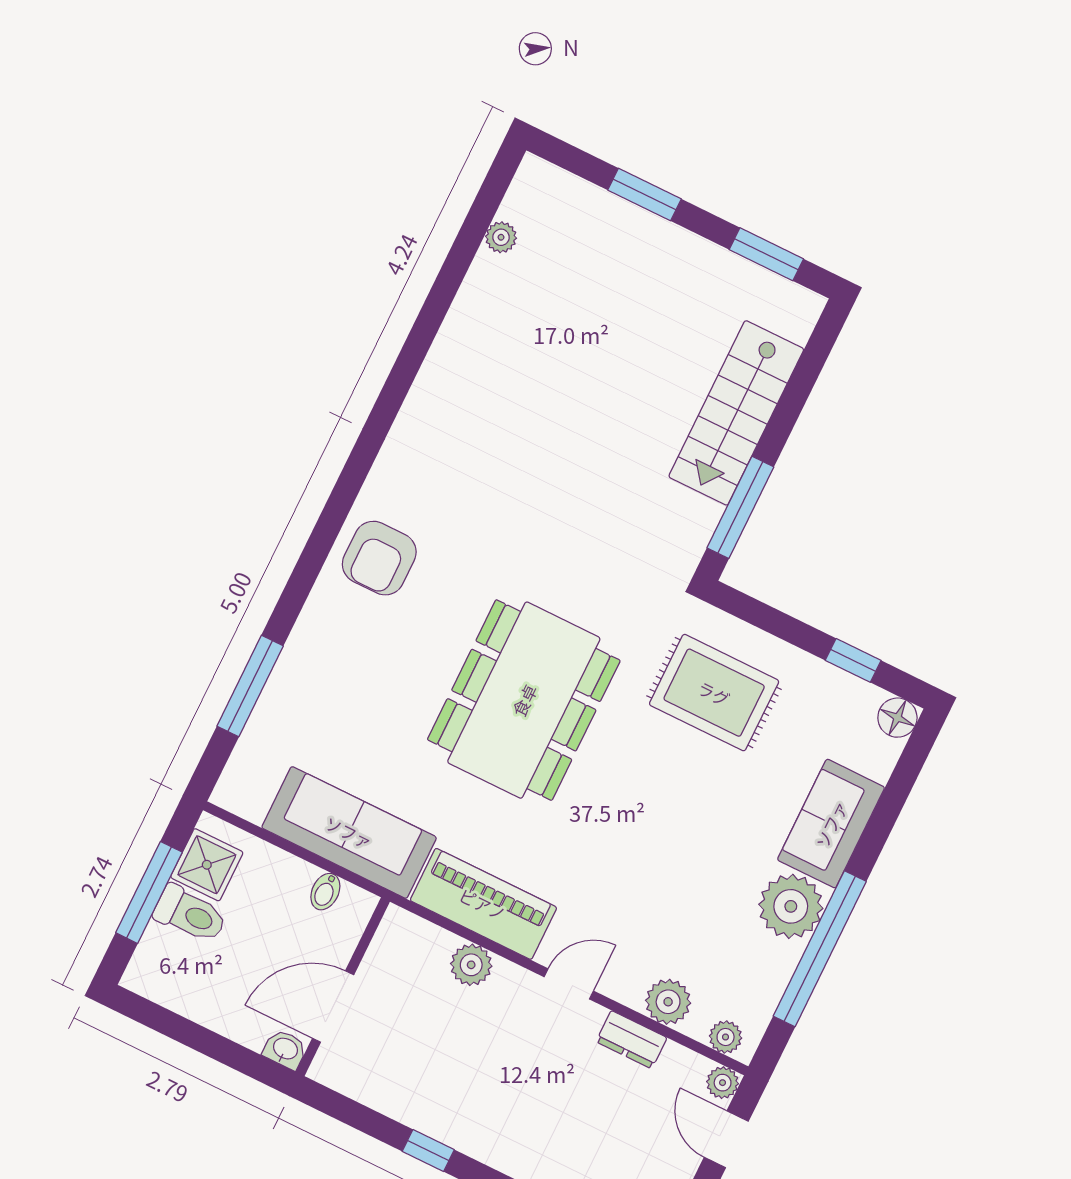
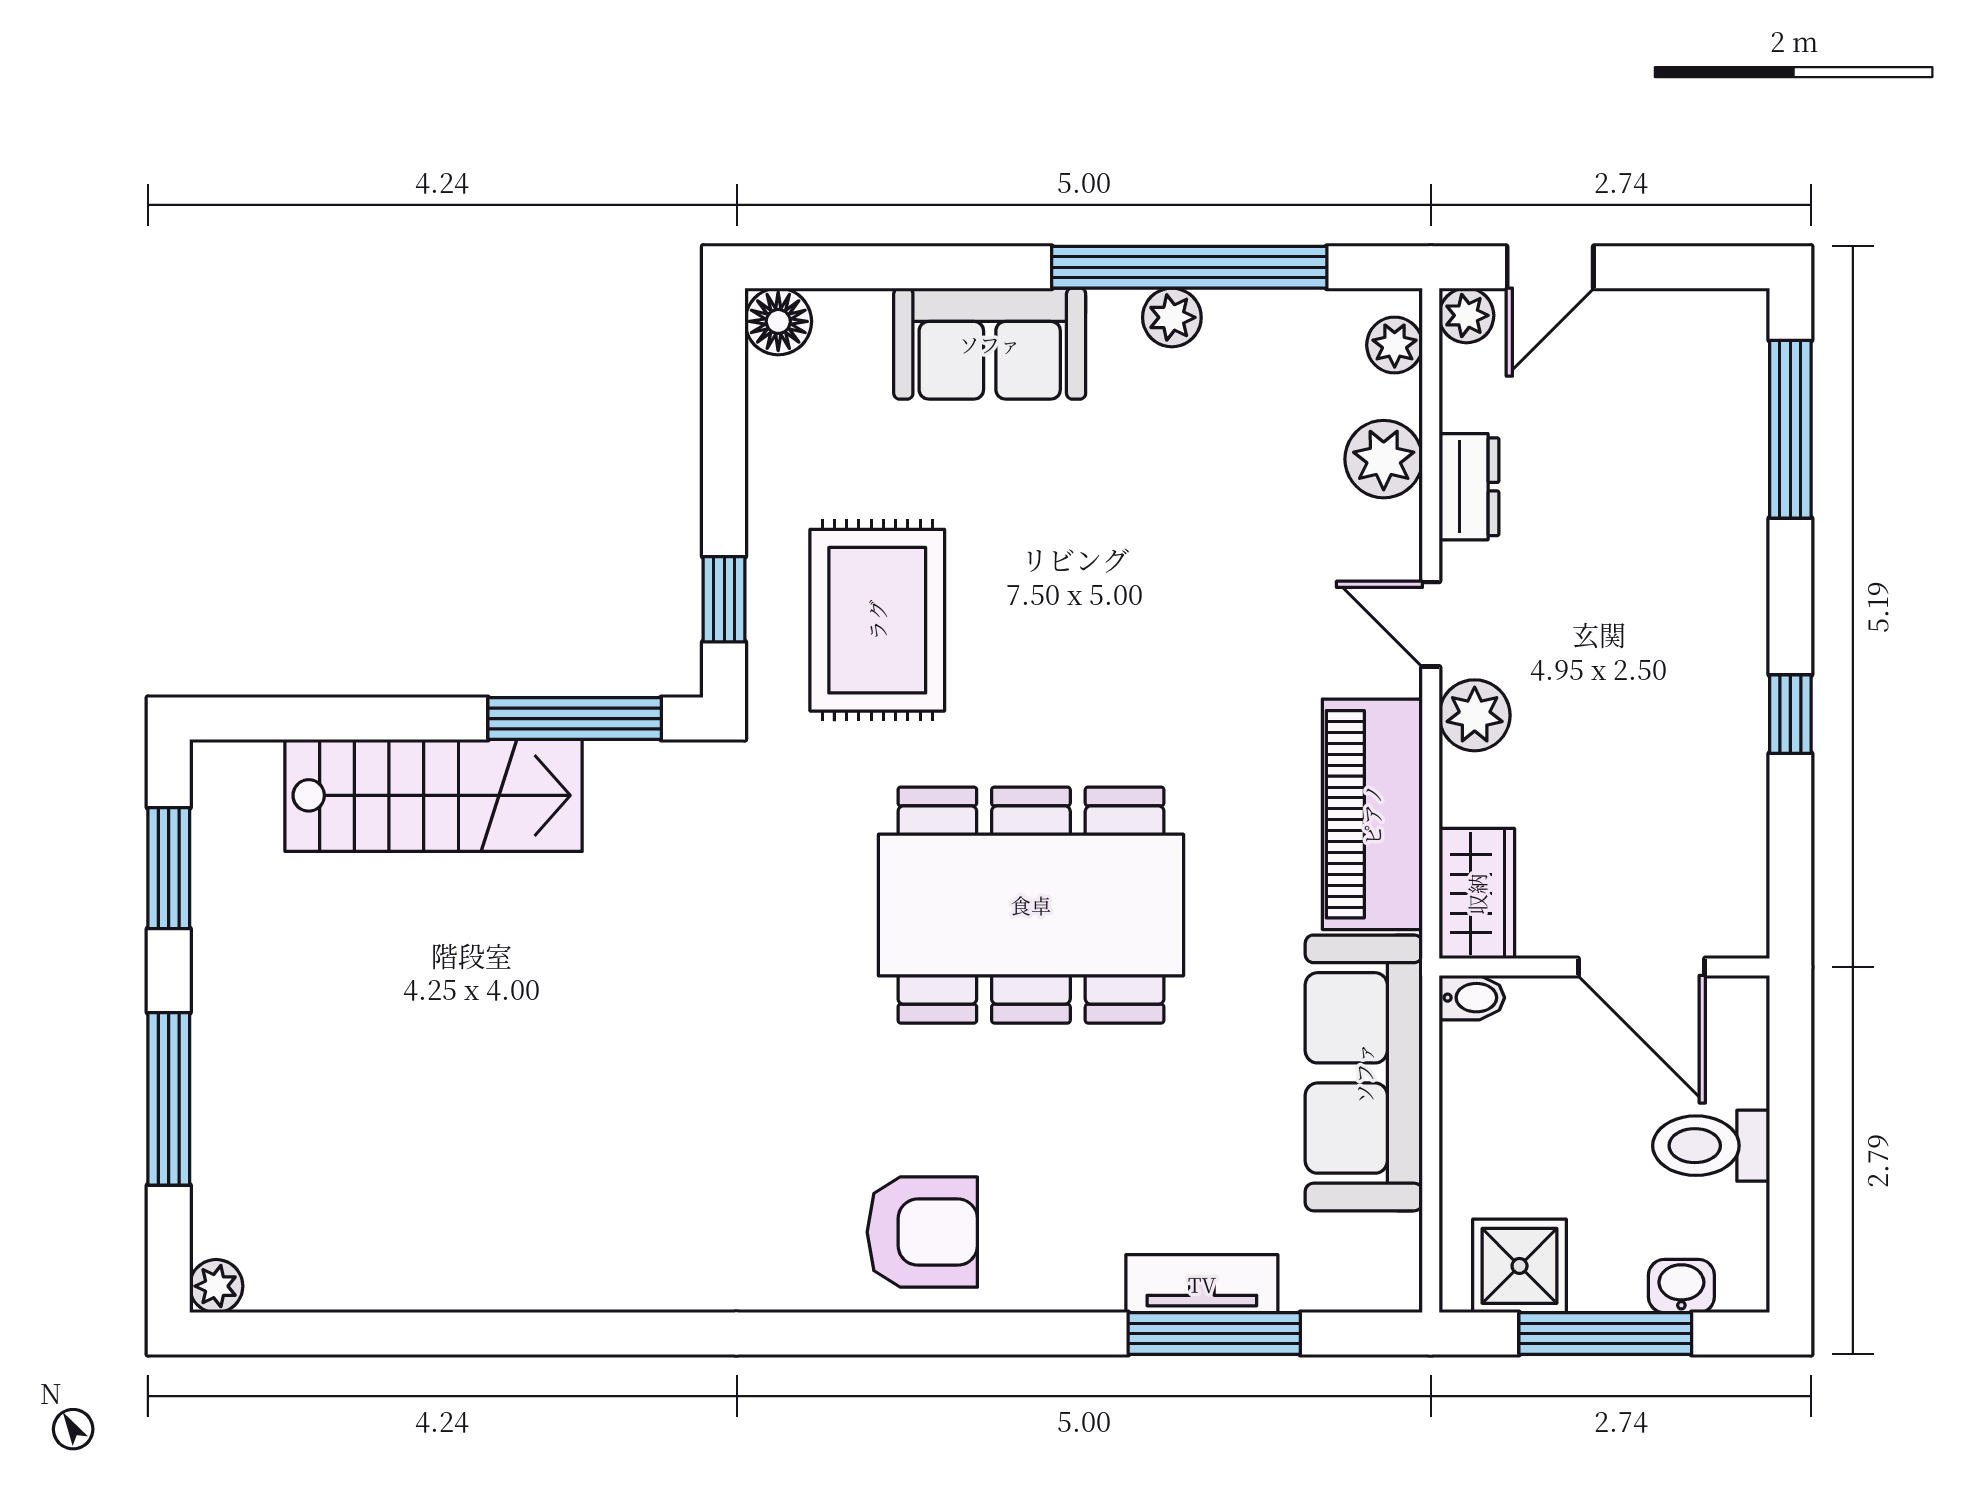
window: (645, 195) -> (169, 1099), width x1.44
plant: (501, 237) -> (216, 1286), moved
window: (853, 660) -> (724, 599), moved
tv unit: (280, 692) -> (1202, 1284), added
bidet: (325, 892) -> (1472, 998), moved
plant: (791, 906) -> (1172, 317), width x0.53, depth x0.53
toilet: (190, 914) -> (1711, 1146), moved, turned -90
wardrobe: (415, 939) -> (1477, 894), added
plant: (471, 965) -> (1475, 715), moved
washbasin: (285, 1049) -> (1681, 1286), moved, turned 90

